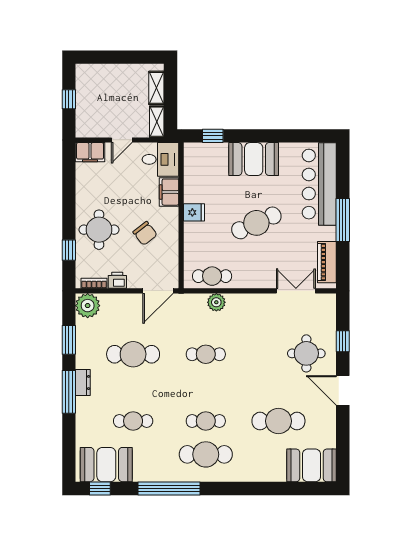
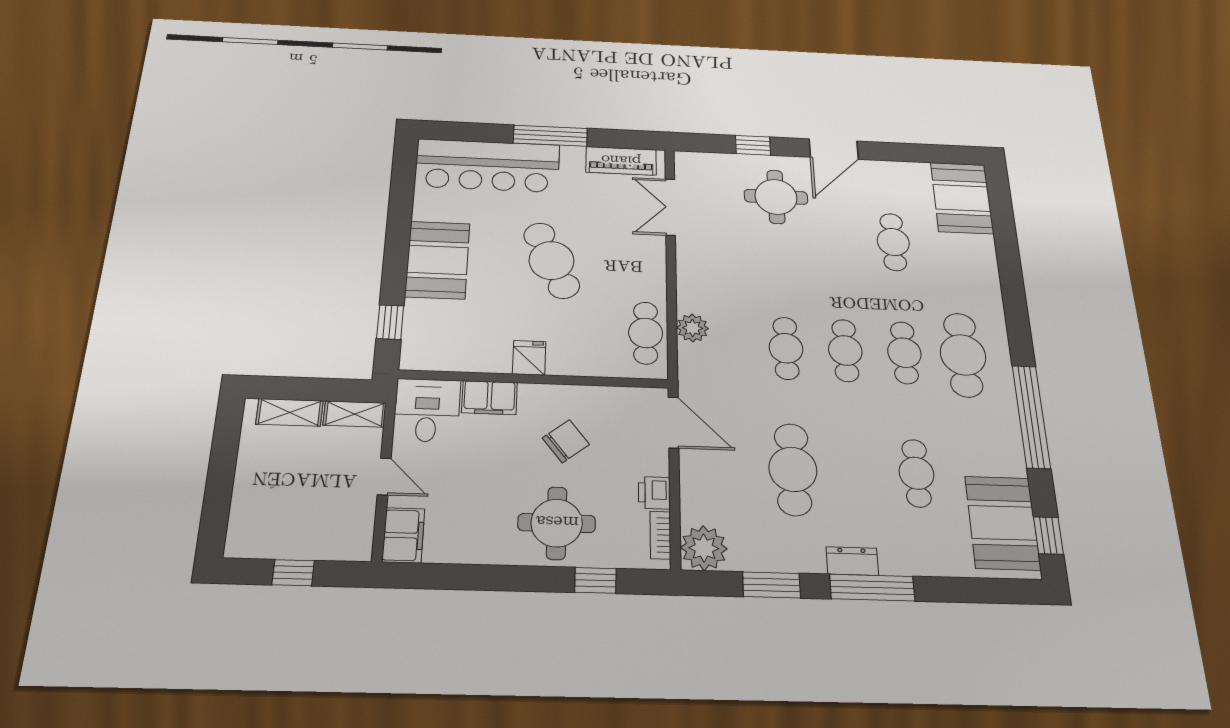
cafe table: (206, 388) -> (845, 350), added
cafe table: (278, 421) -> (893, 242), width x0.73, depth x0.74

